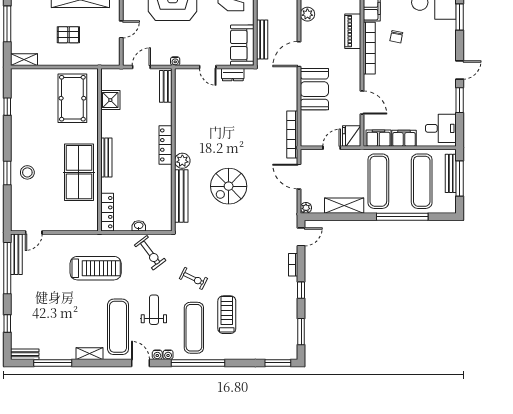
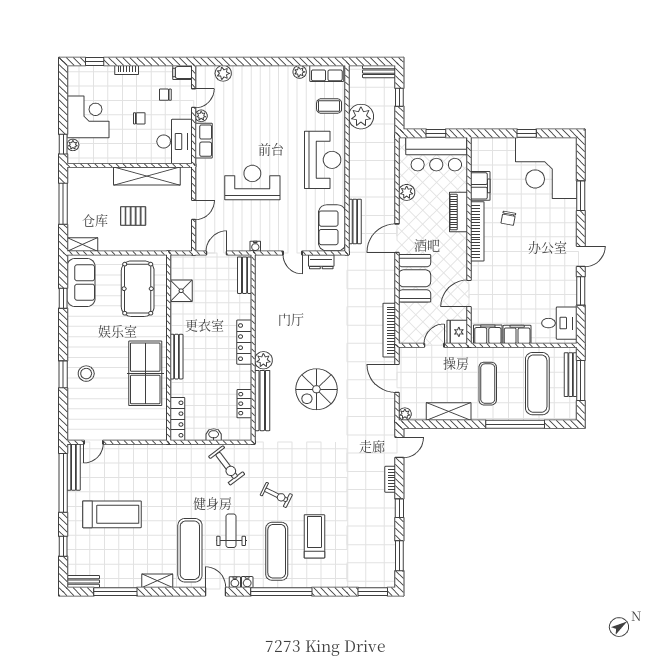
sofa: (23, 93) -> (81, 282), added
door: (362, 102) -> (469, 294), swing flipped
exercise mat: (378, 181) -> (488, 384), width x0.73, depth x0.69
locker: (166, 199) -> (244, 404), added
treadmill: (96, 268) -> (112, 514), moved

